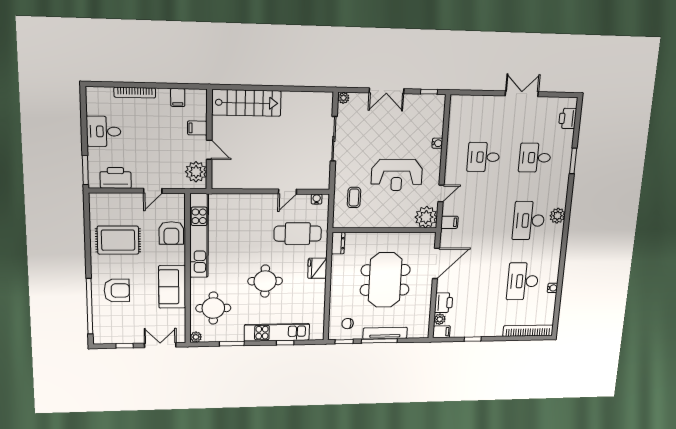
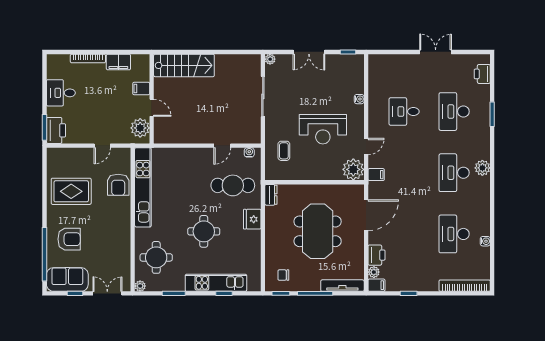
filing cabinet: (178, 97) -> (118, 62), width x2.00
desk: (535, 158) -> (454, 112), width x1.37
printer: (116, 178) -> (56, 130), moved, turned 90
sofa: (172, 287) -> (67, 279), moved, turned 90
tv unit: (385, 333) -> (342, 286), moved

